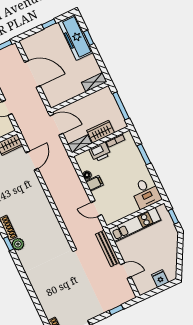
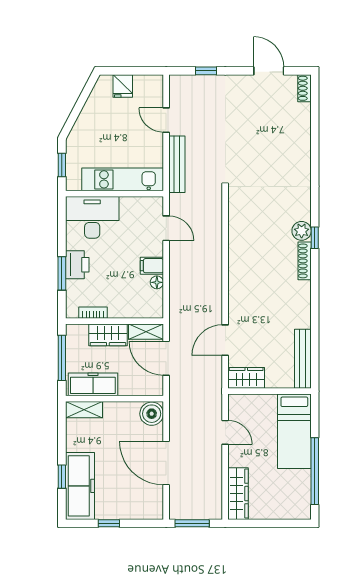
boiler: (54, 98) -> (152, 414), added
freezer: (96, 99) -> (93, 384), added
door: (56, 125) -> (166, 358), moved
printer: (100, 152) -> (77, 265), moved, turned 90
desk: (146, 193) -> (92, 217), width x1.37

